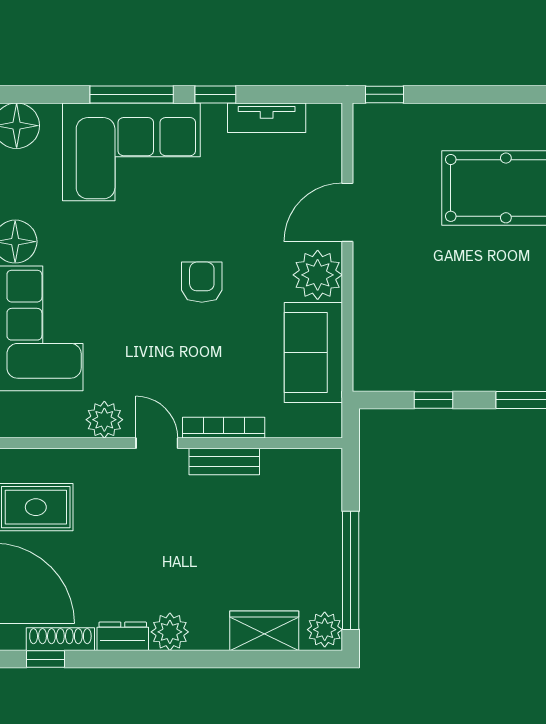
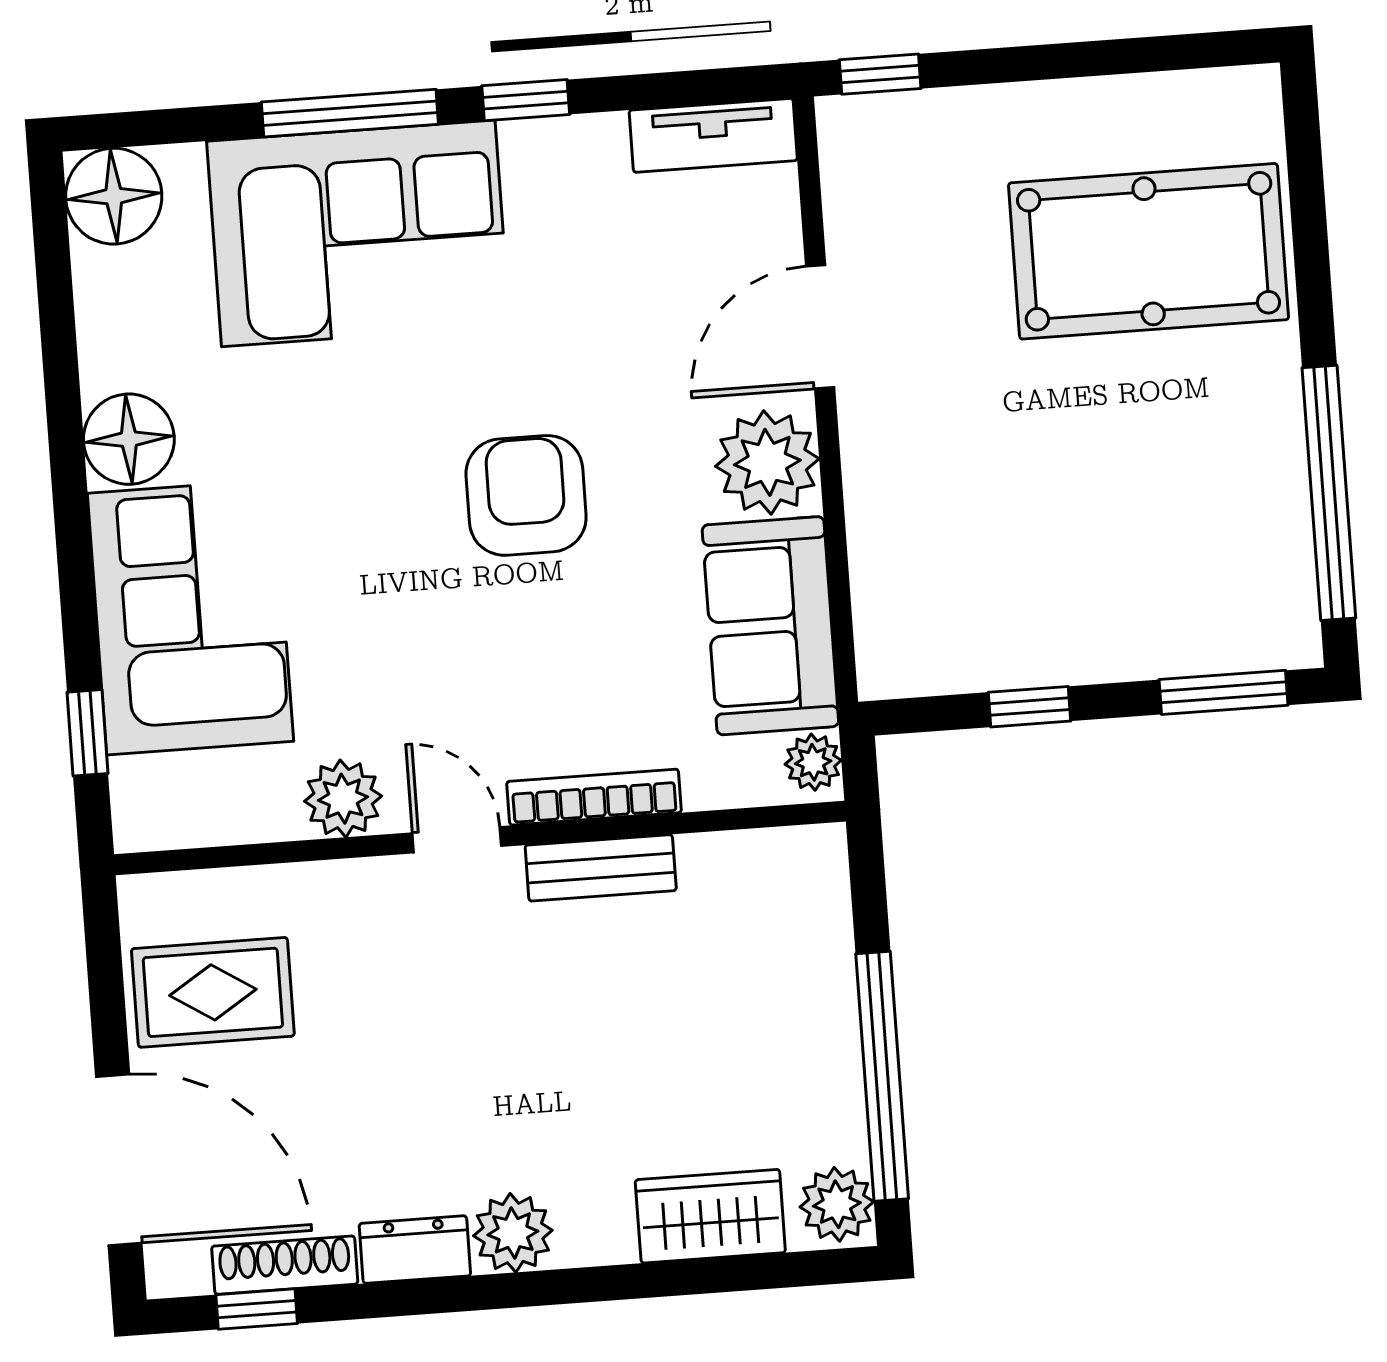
tv unit: (267, 118) -> (713, 135), moved
armchair: (202, 282) -> (526, 495), width x1.38, depth x1.38
plant: (329, 419) -> (813, 762), added

